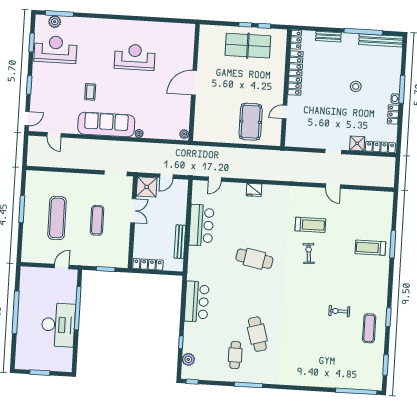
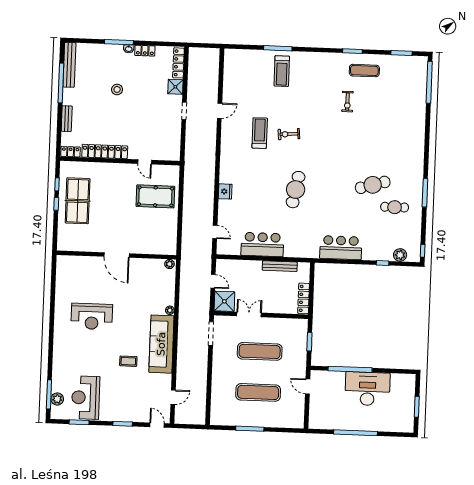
reception desk: (135, 57) -> (92, 316), turned -90
exercise mat: (97, 220) -> (260, 351), width x1.36, depth x1.45

